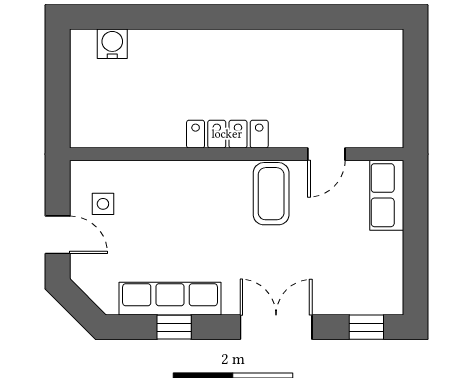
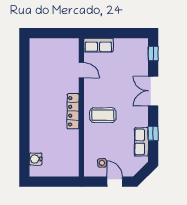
coffee table: (271, 194) -> (103, 115), moved
door: (58, 235) -> (115, 182), hinge flipped
row of seats: (170, 299) -> (141, 142), width x0.68

